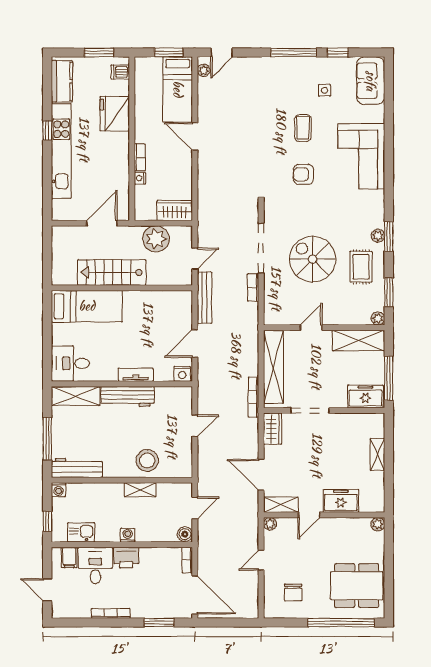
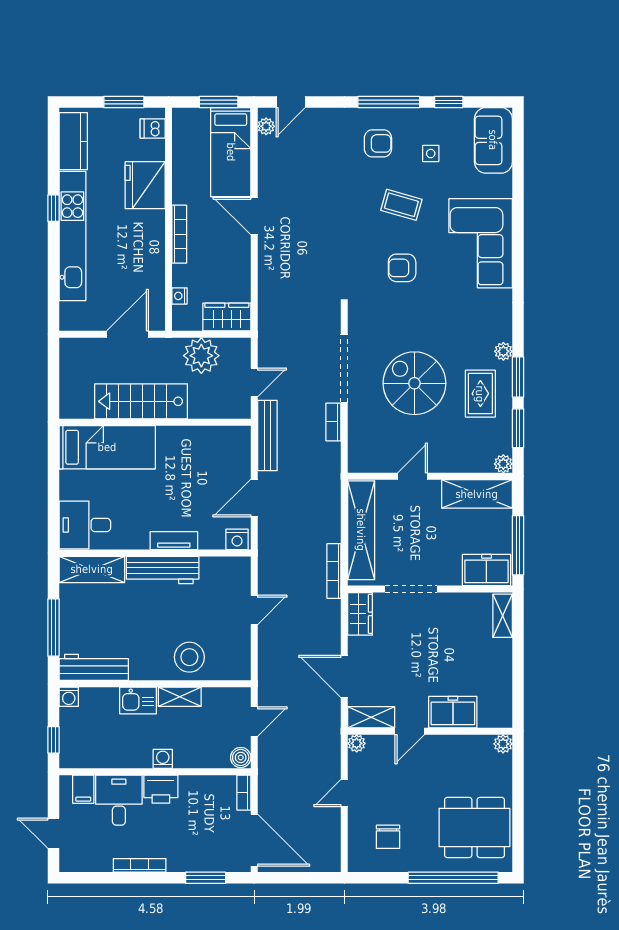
armchair: (286, 83) -> (378, 143), added
coffee table: (303, 128) -> (401, 205), turned -74
bookcase: (140, 157) -> (179, 234), width x1.56
nightstand: (140, 178) -> (179, 296), moved
window: (389, 237) -> (518, 377), moved
shelving: (377, 454) -> (503, 616), moved
kitchen sink: (81, 532) -> (138, 700), moved, turned 180

